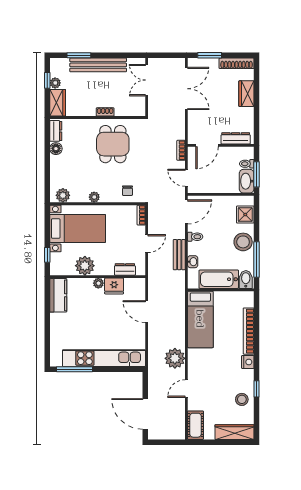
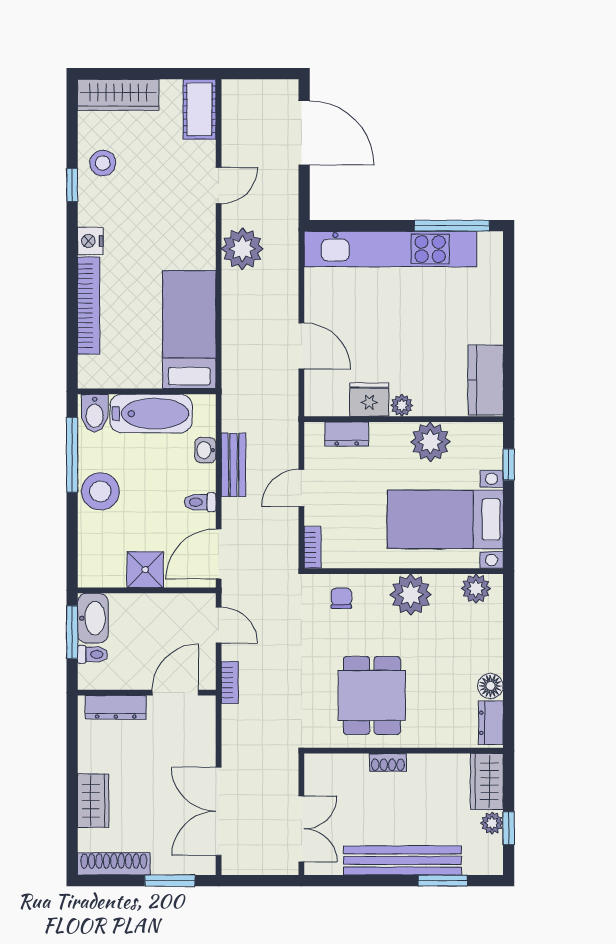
plant: (94, 197) -> (411, 595), width x1.88, depth x1.88
shower: (245, 215) -> (145, 570), moved

